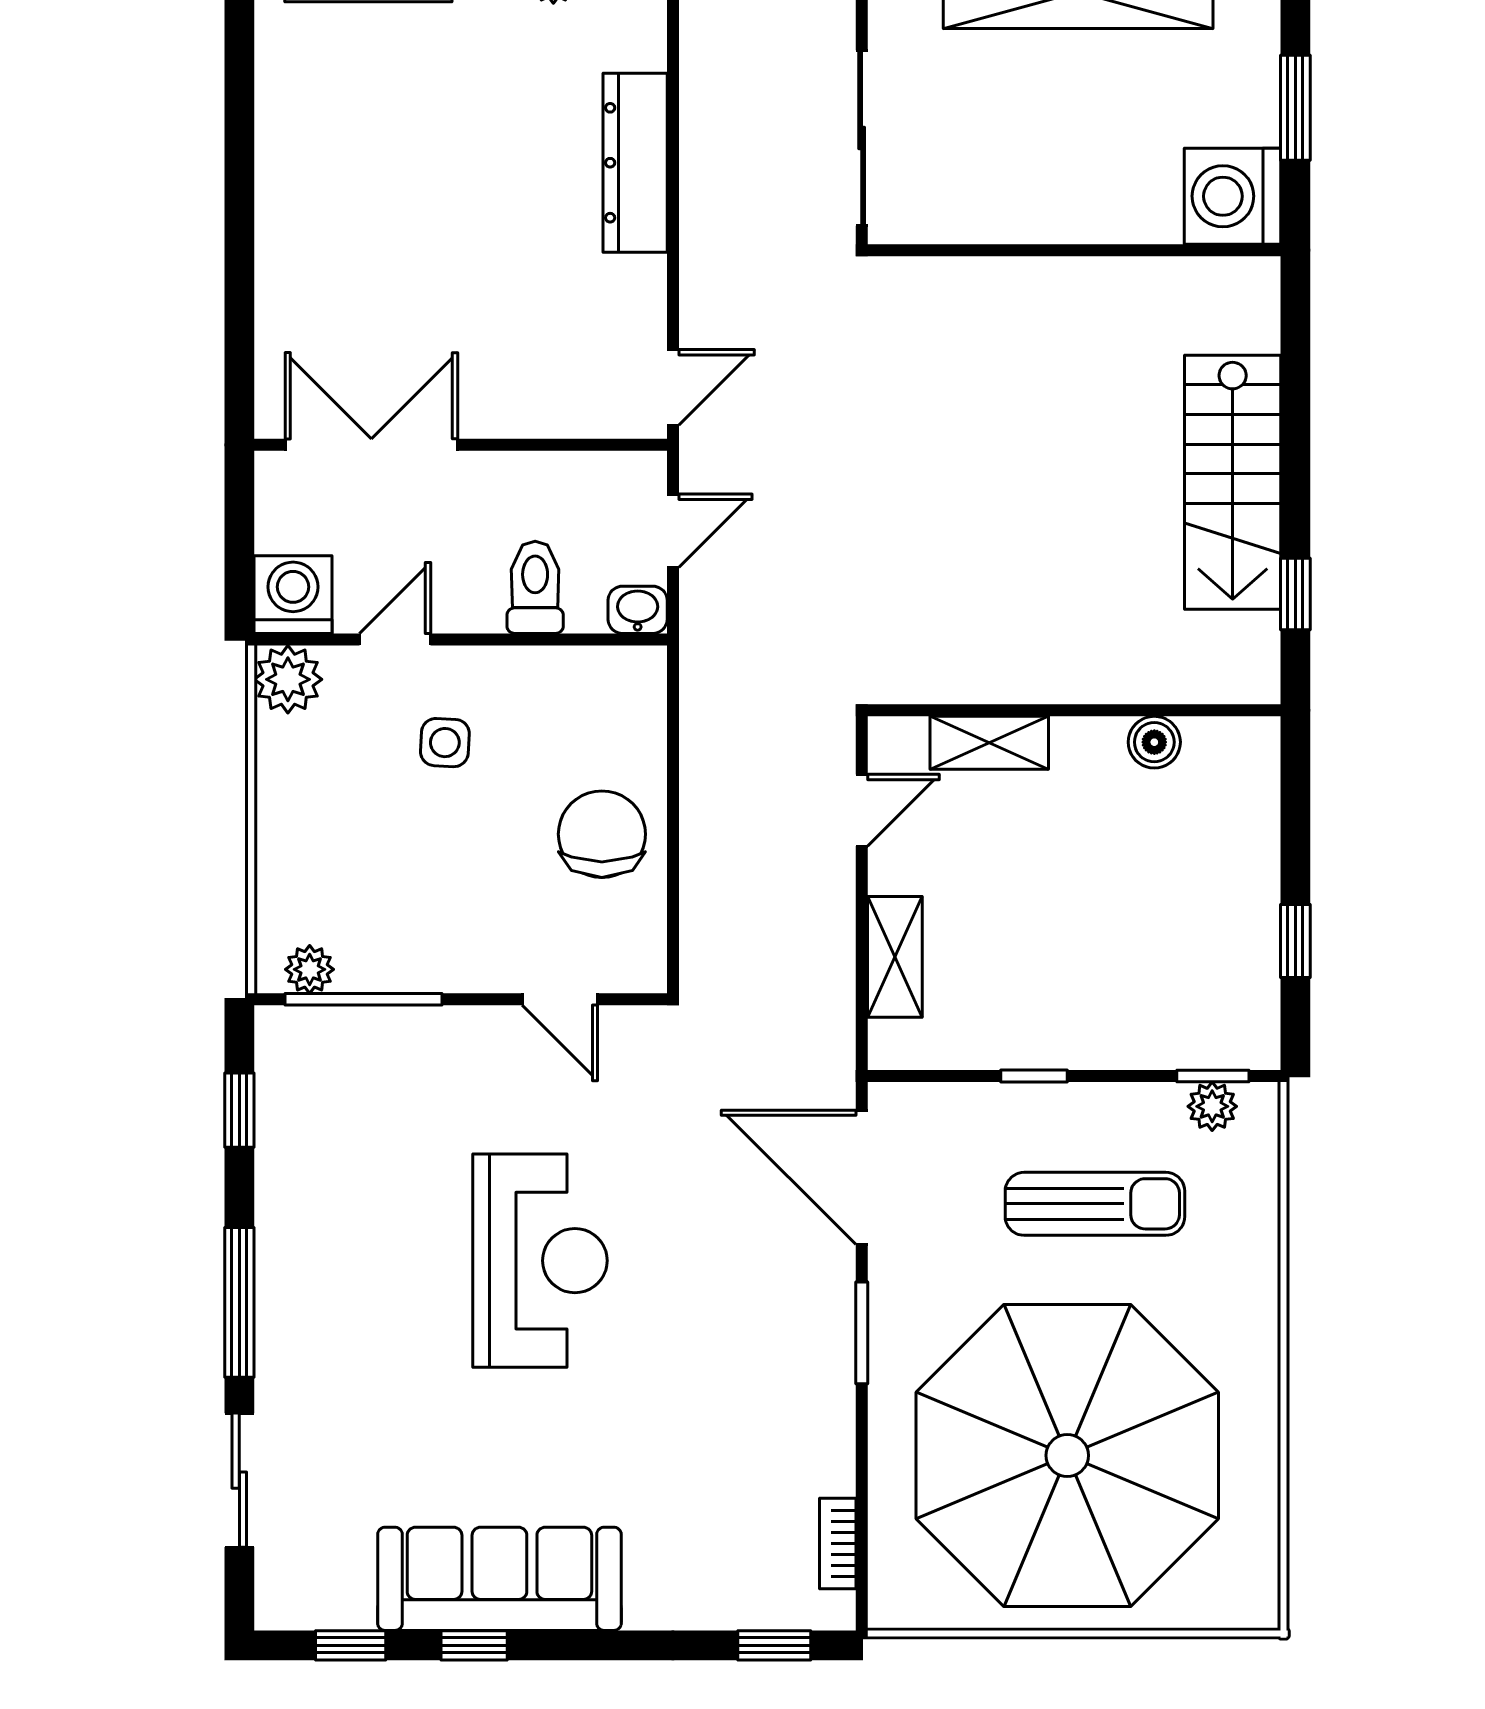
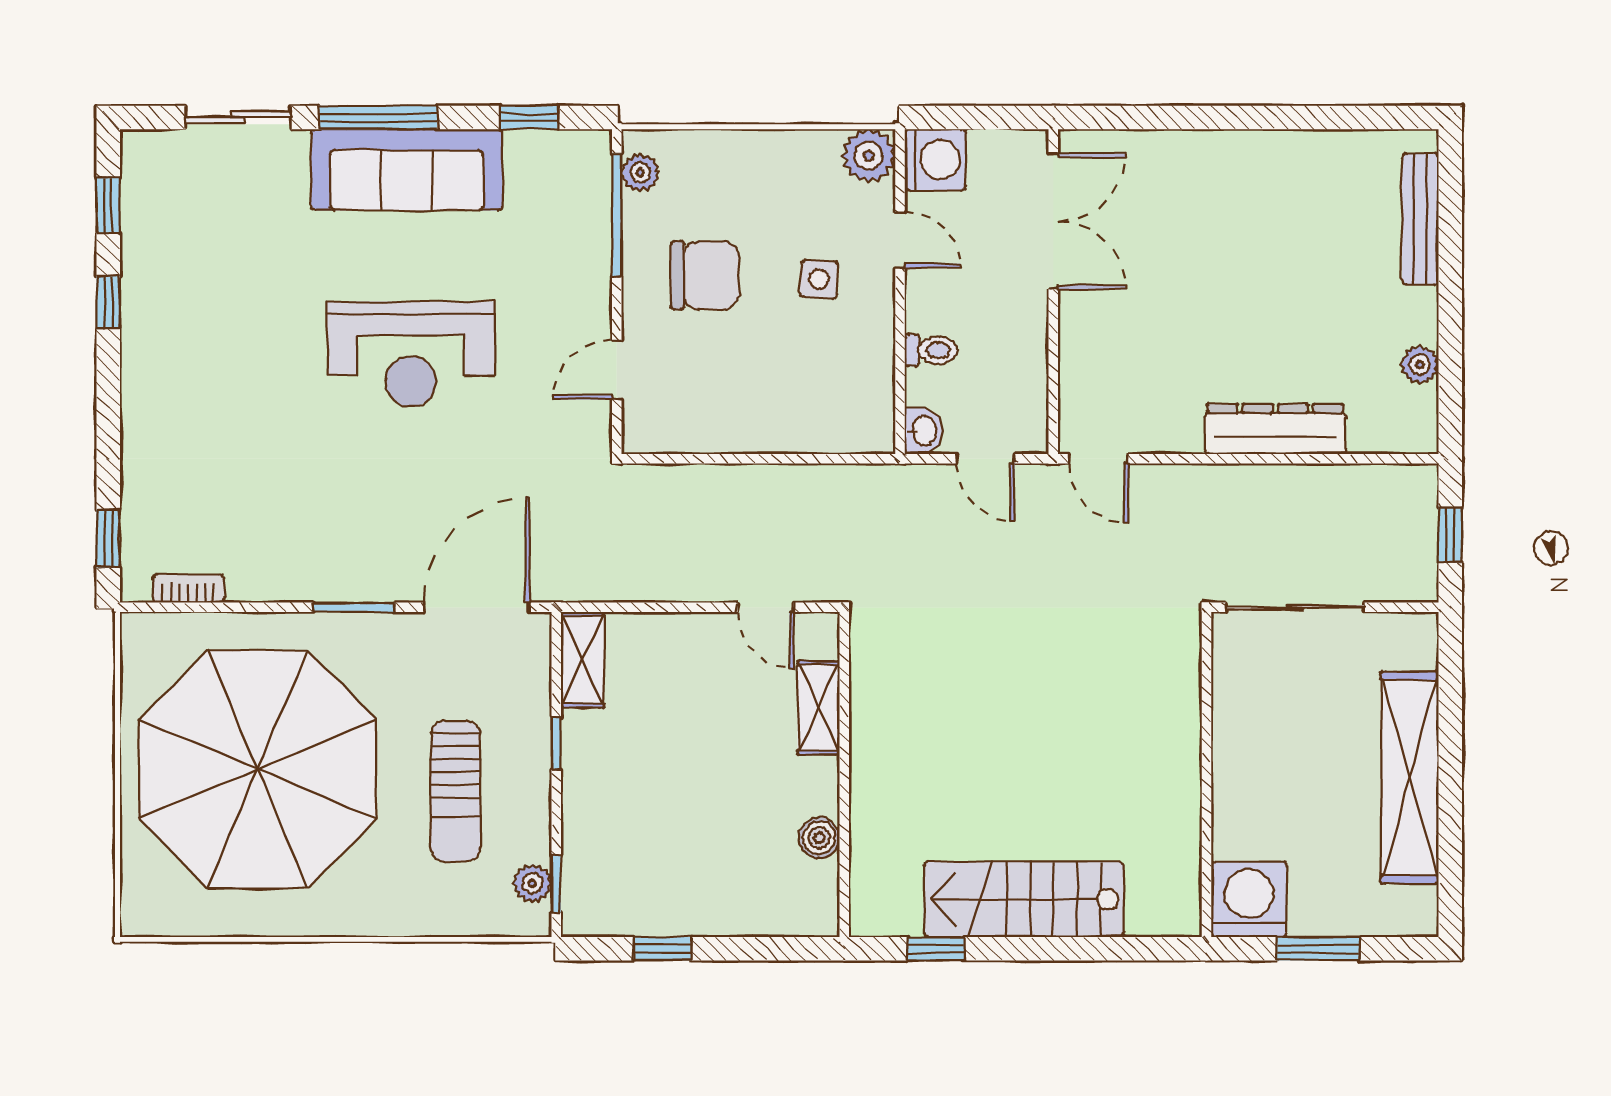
toilet: (535, 587) -> (931, 350), width x0.73, depth x0.72
chair: (602, 834) -> (705, 275), moved
shelving: (895, 957) -> (582, 660), moved, turned 90
sofa: (499, 1579) -> (407, 170), moved, turned 90

